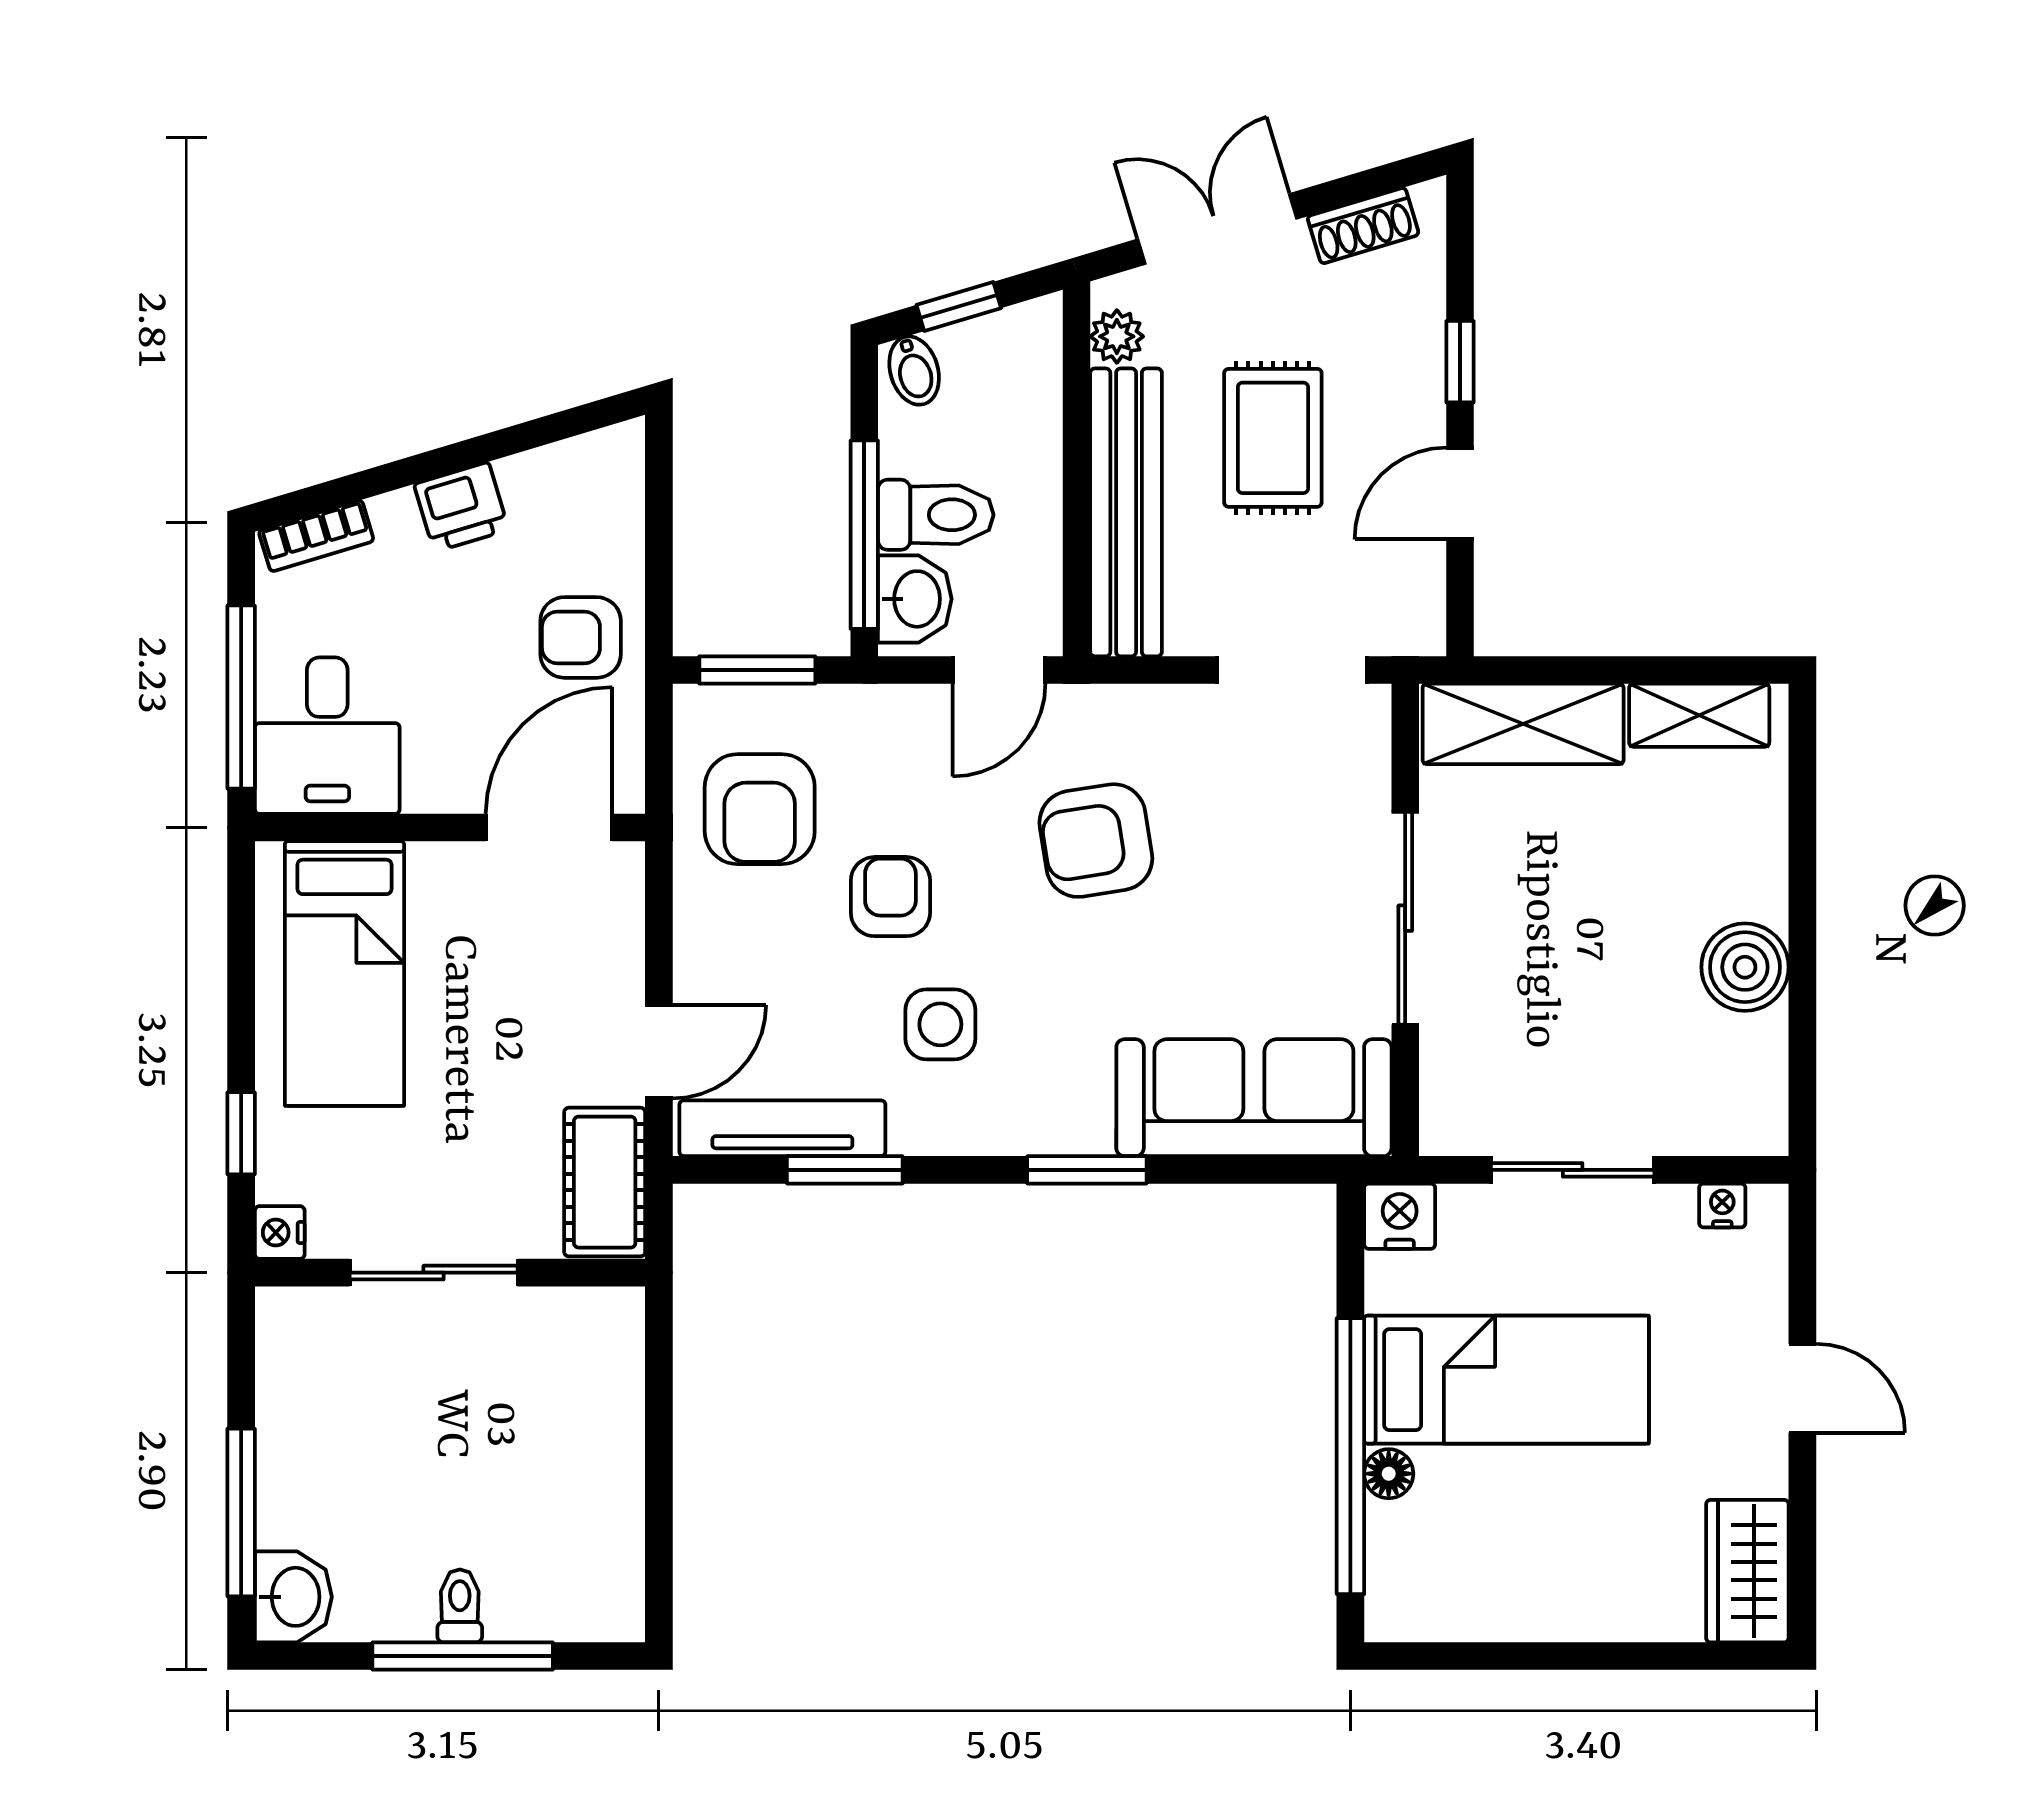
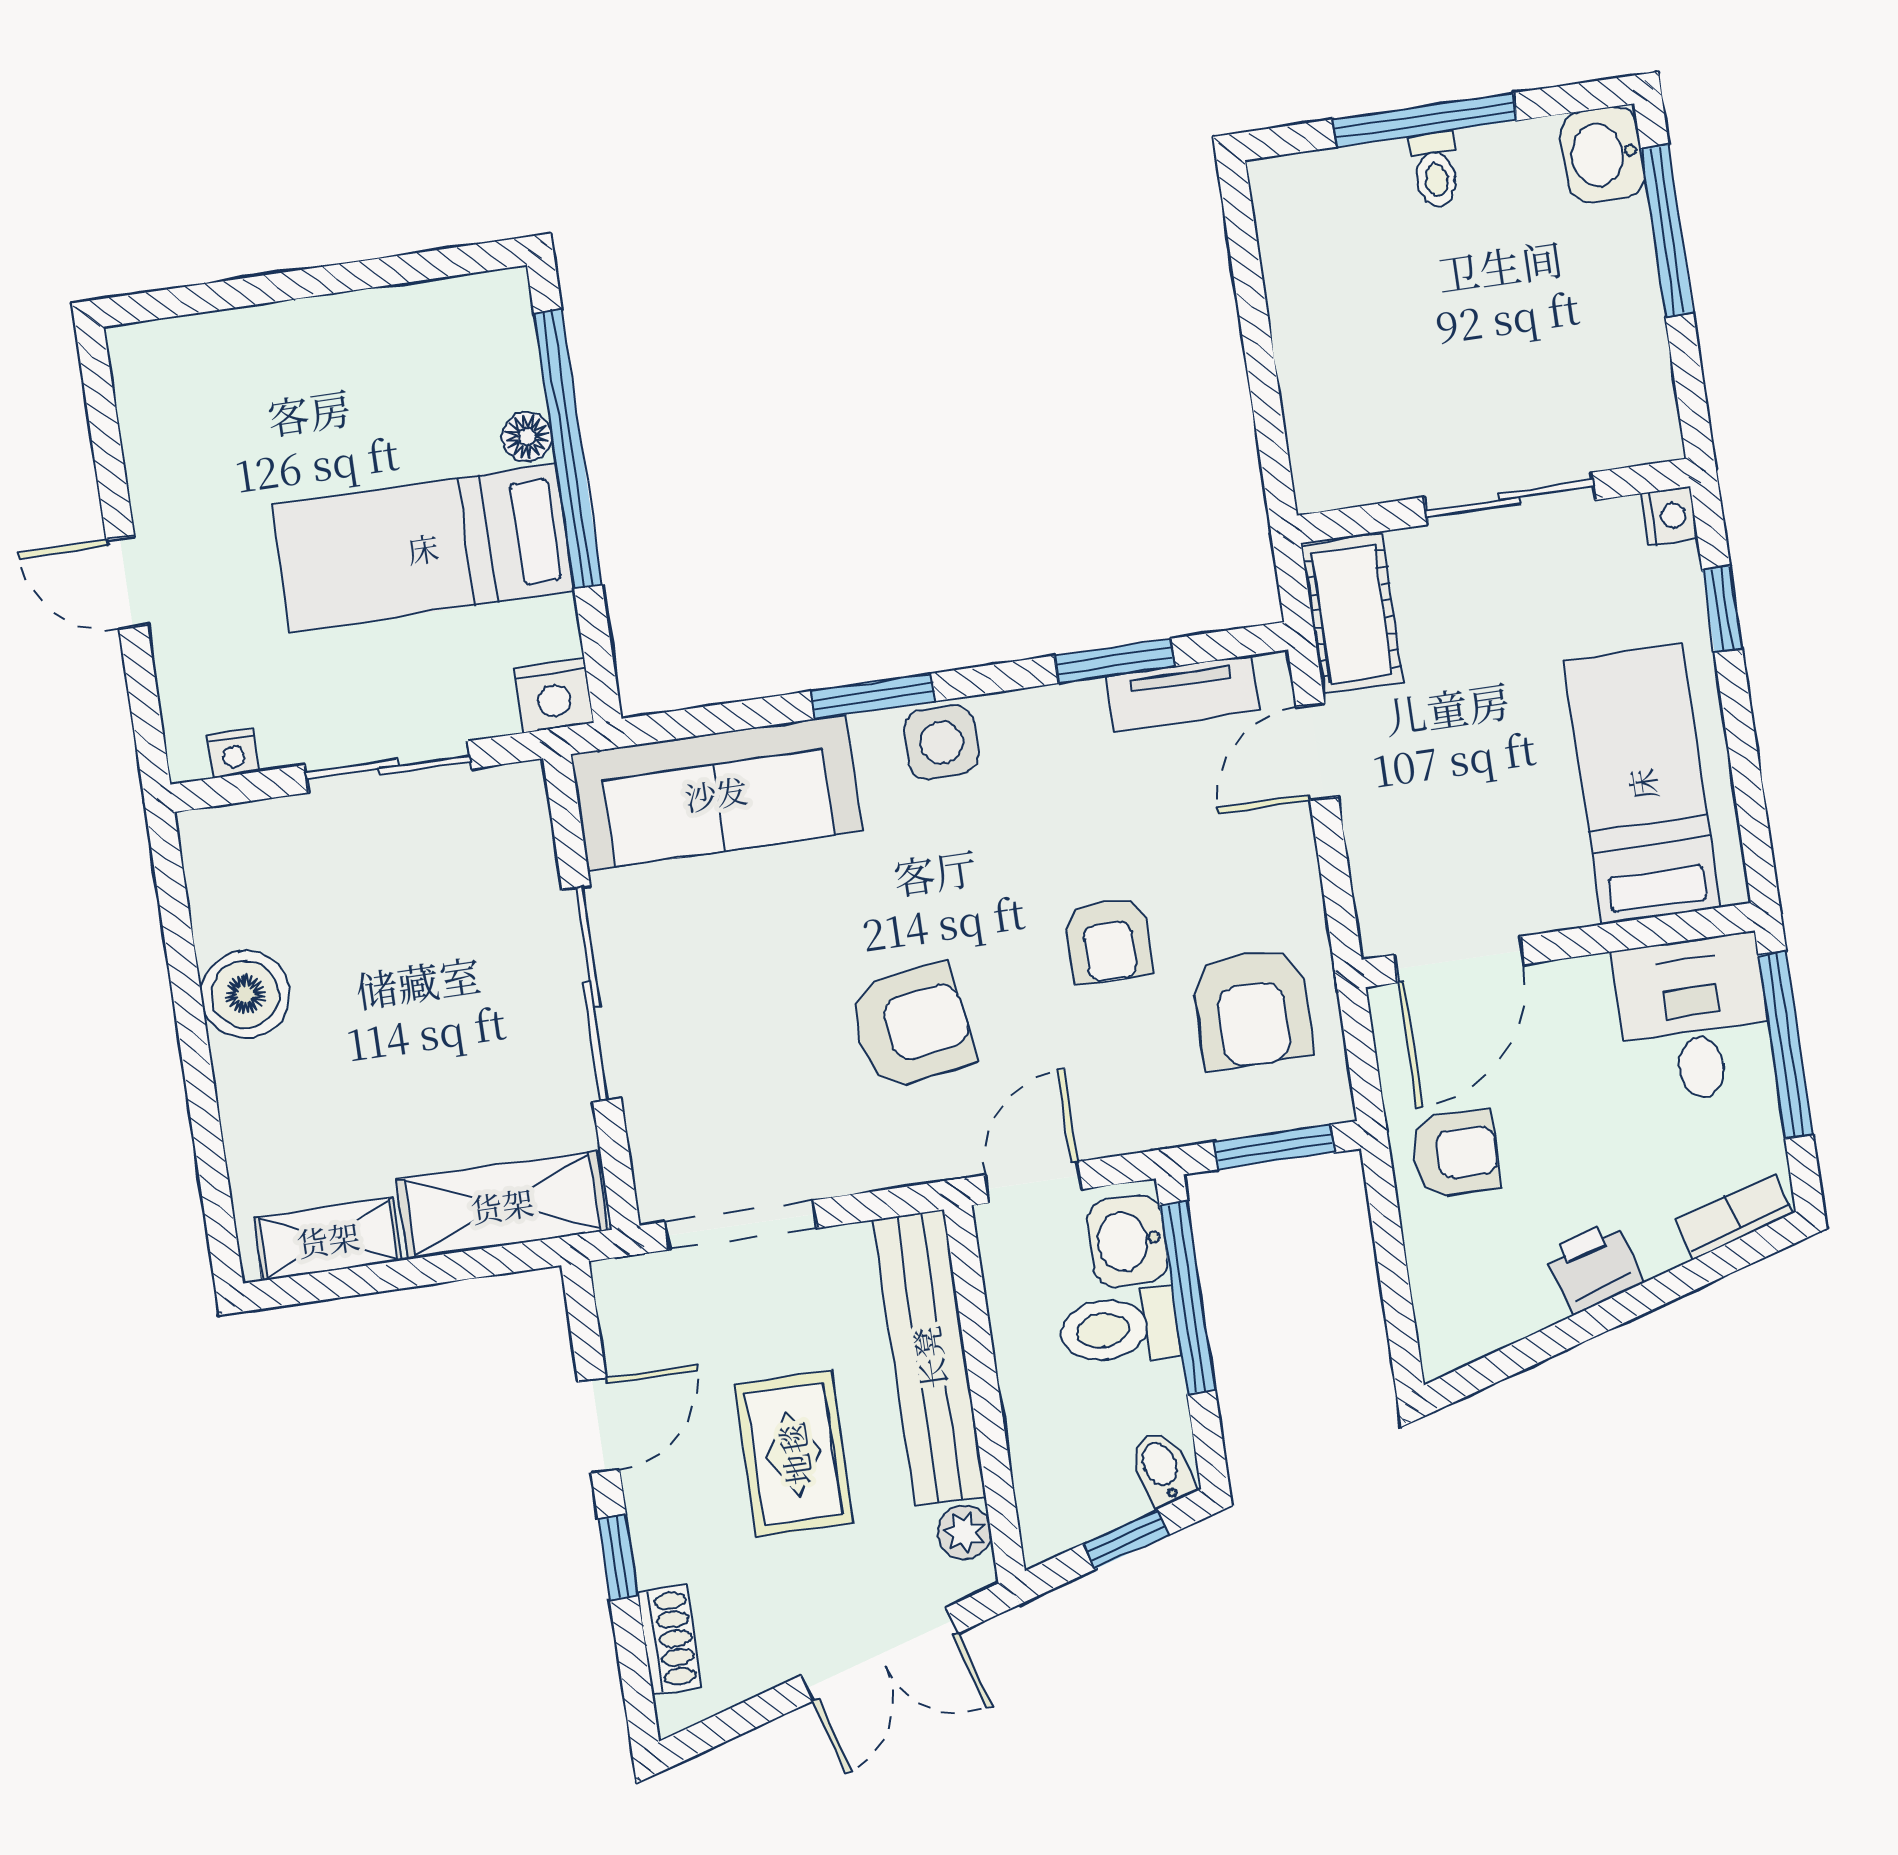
shoe rack: (1363, 226) -> (669, 1639), moved, turned 107
armchair: (760, 809) -> (1252, 1009), turned 180
side table: (940, 1024) -> (941, 742), moved
tv unit: (782, 1128) -> (1183, 693), width x0.71
wardrobe: (1747, 1571) -> (155, 392), removed

